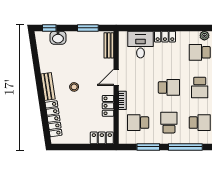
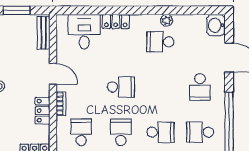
door: (116, 77) -> (53, 74), swing flipped
school desk: (200, 87) -> (160, 87), removed
school desk: (138, 123) -> (81, 132), turned 90

